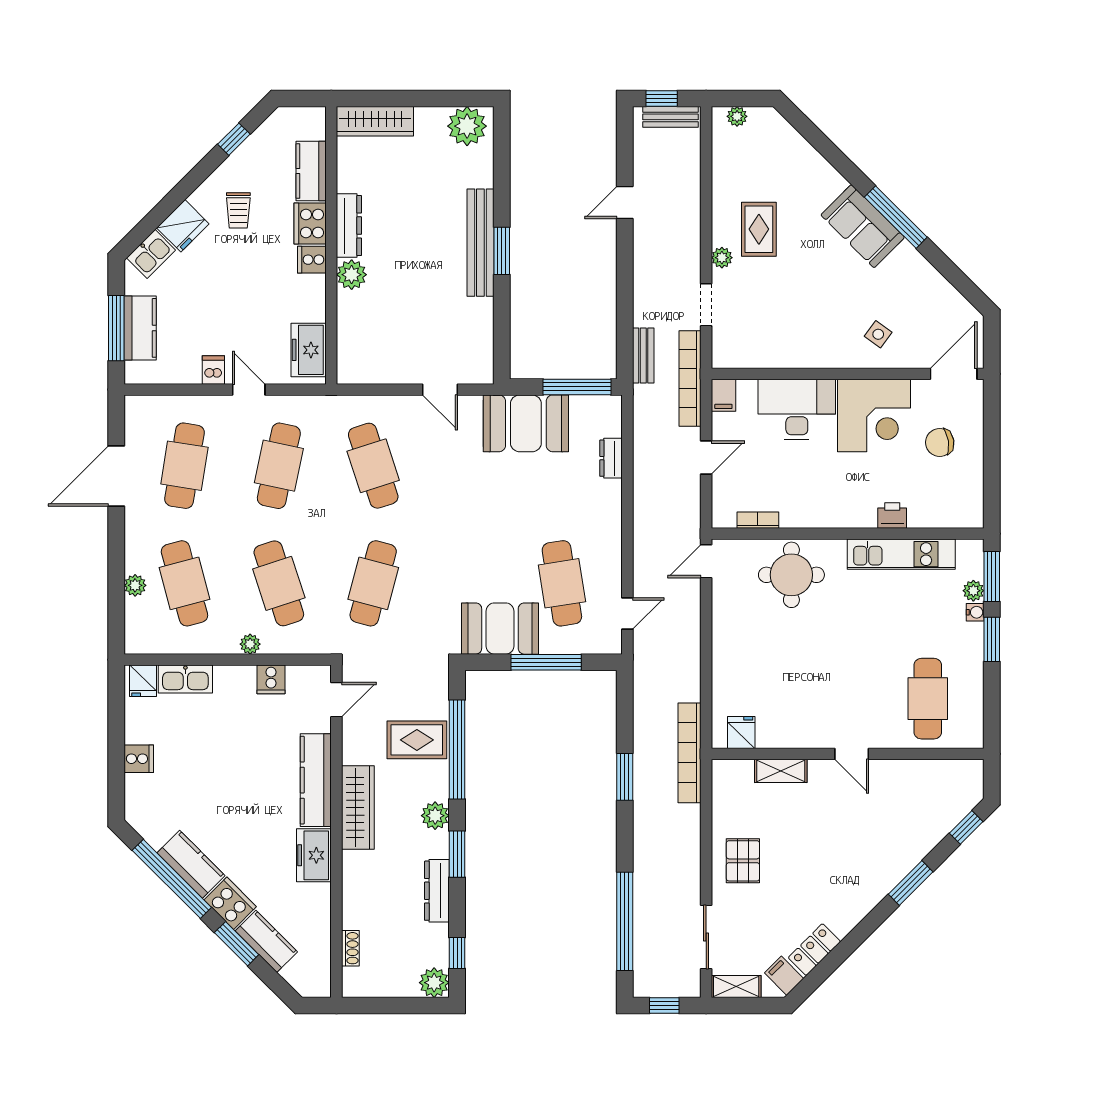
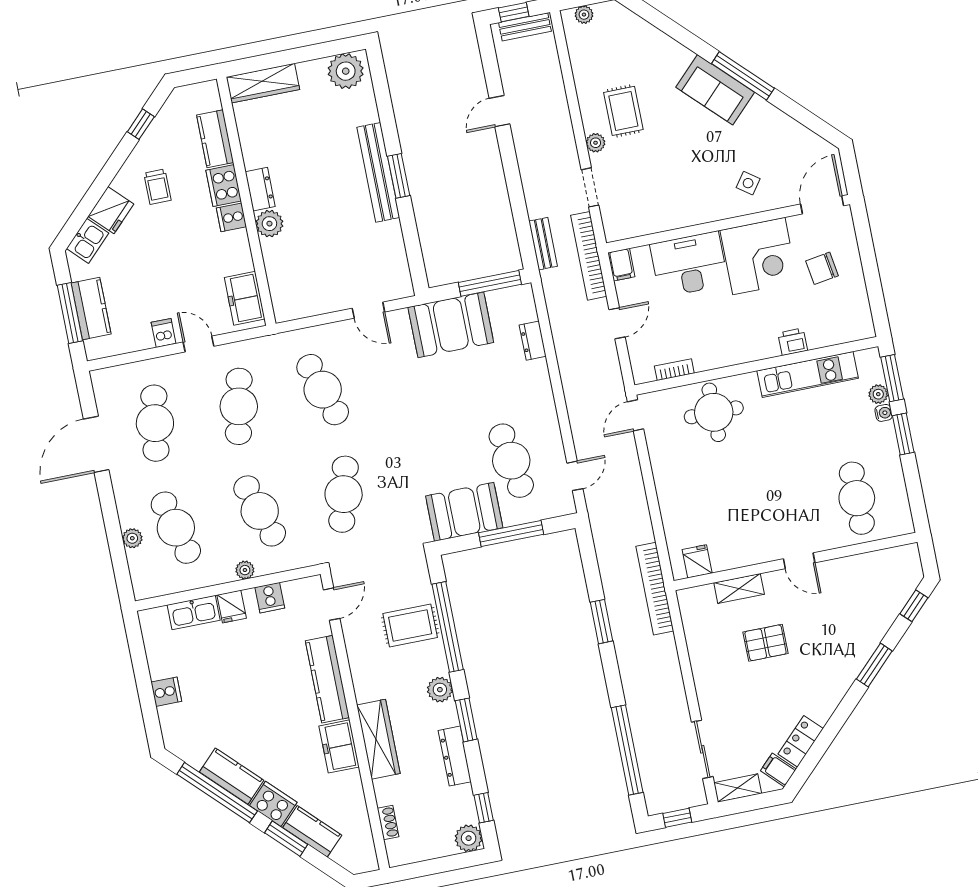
dresser: (349, 226) -> (260, 189), width x0.70
fridge: (143, 681) -> (232, 606), moved
wardrobe: (358, 808) -> (378, 739), moved
pallet: (743, 861) -> (765, 643), moved, turned 90

